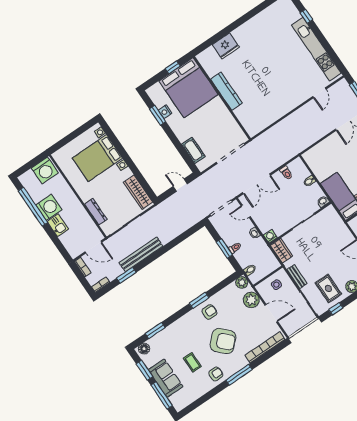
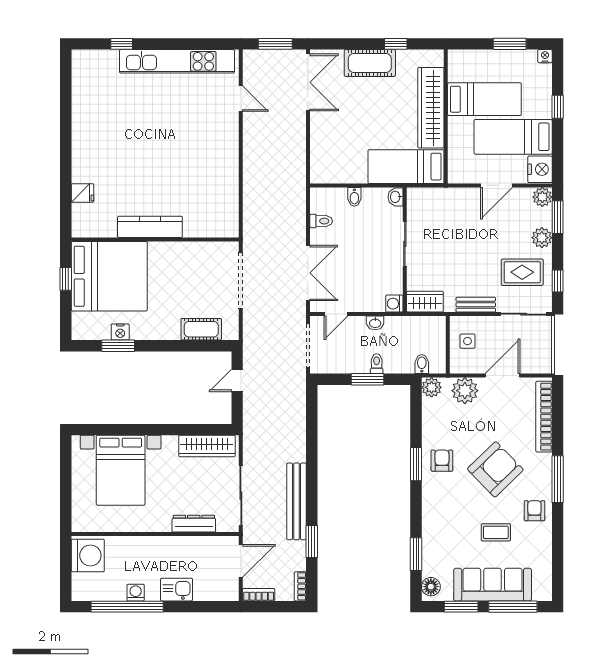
fridge: (226, 46) -> (82, 193), width x0.53, depth x0.75
washing machine: (49, 207) -> (136, 593), width x0.53, depth x0.53
sofa: (166, 378) -> (493, 585), width x1.36

